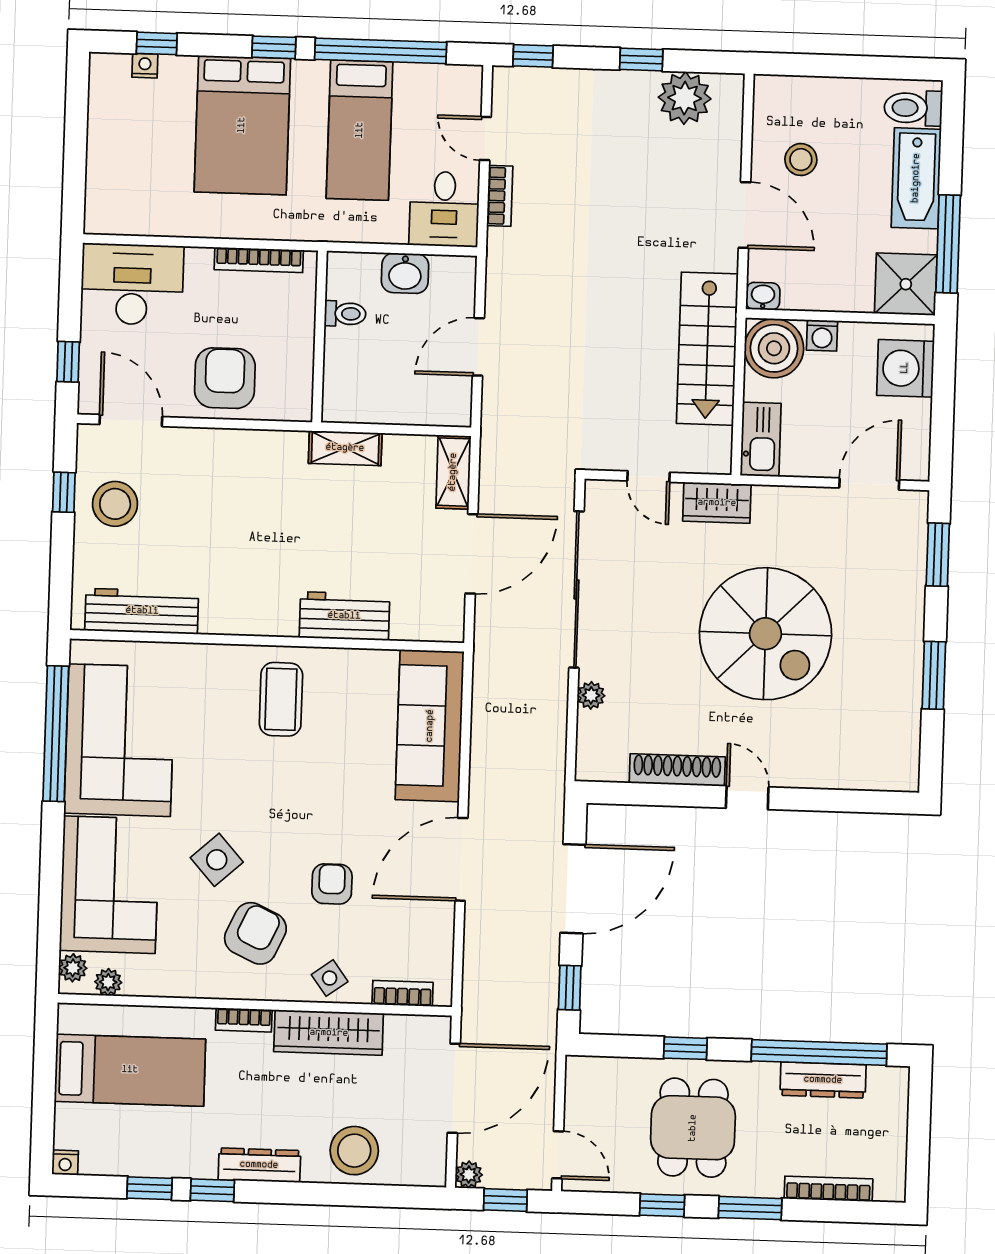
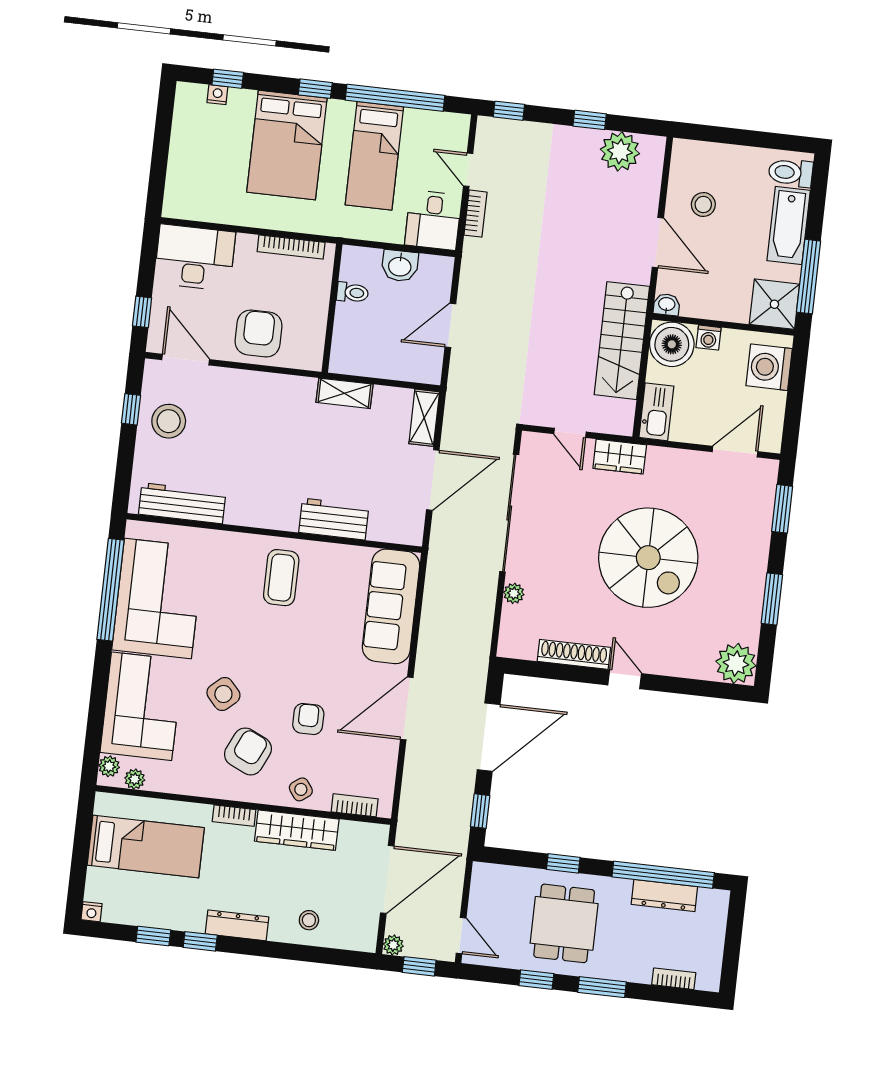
plant: (893, 765) -> (736, 663), added
stool: (354, 1151) -> (309, 920), width x0.53, depth x0.53
bookcase: (828, 1189) -> (674, 979), width x0.64

